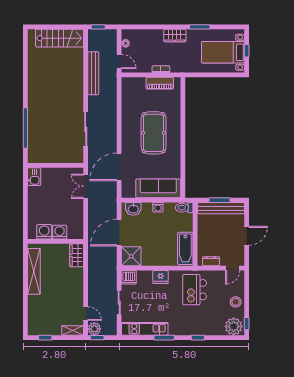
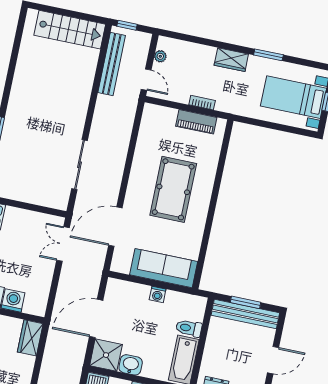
bench: (93, 73) -> (112, 64), moved
toilet: (184, 208) -> (189, 328), moved
washbasin: (133, 209) -> (131, 365), moved, turned 180

